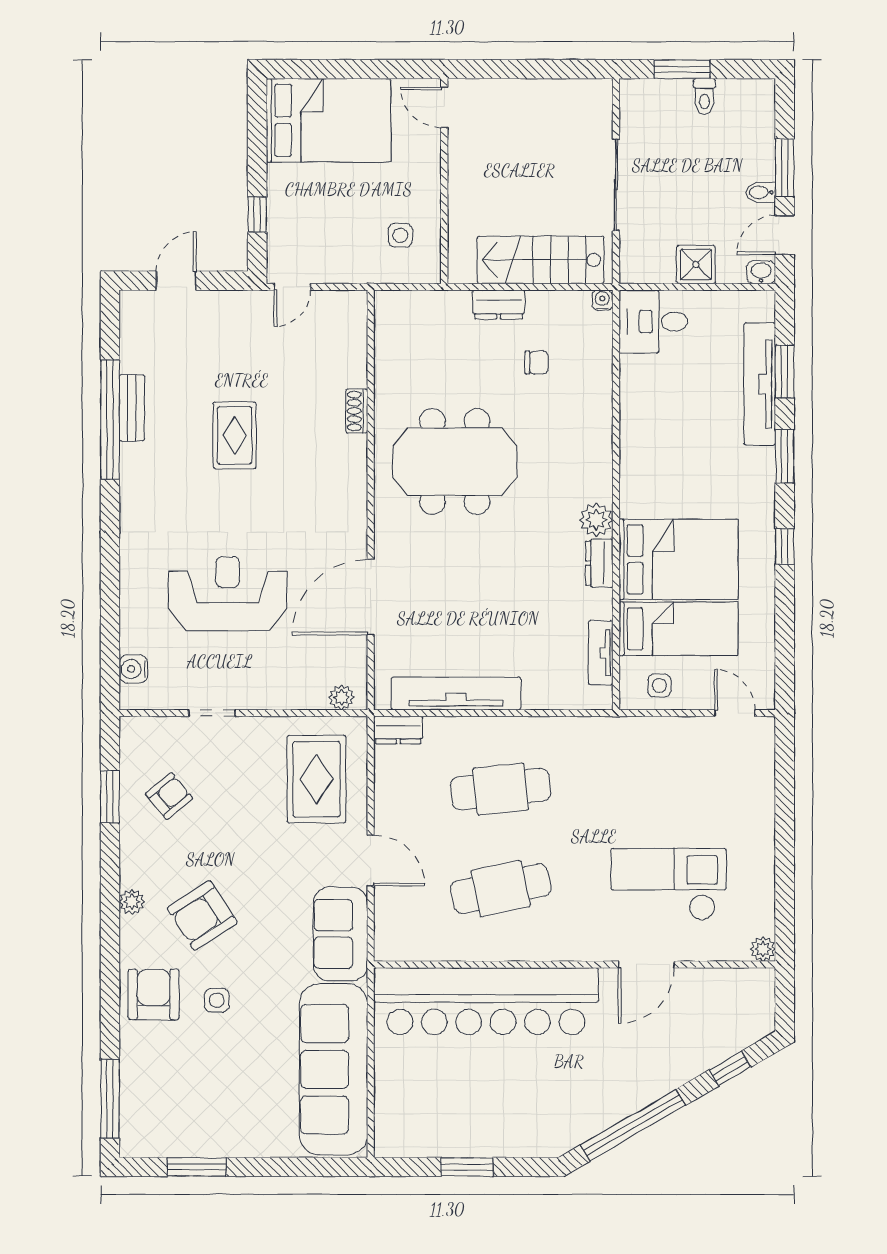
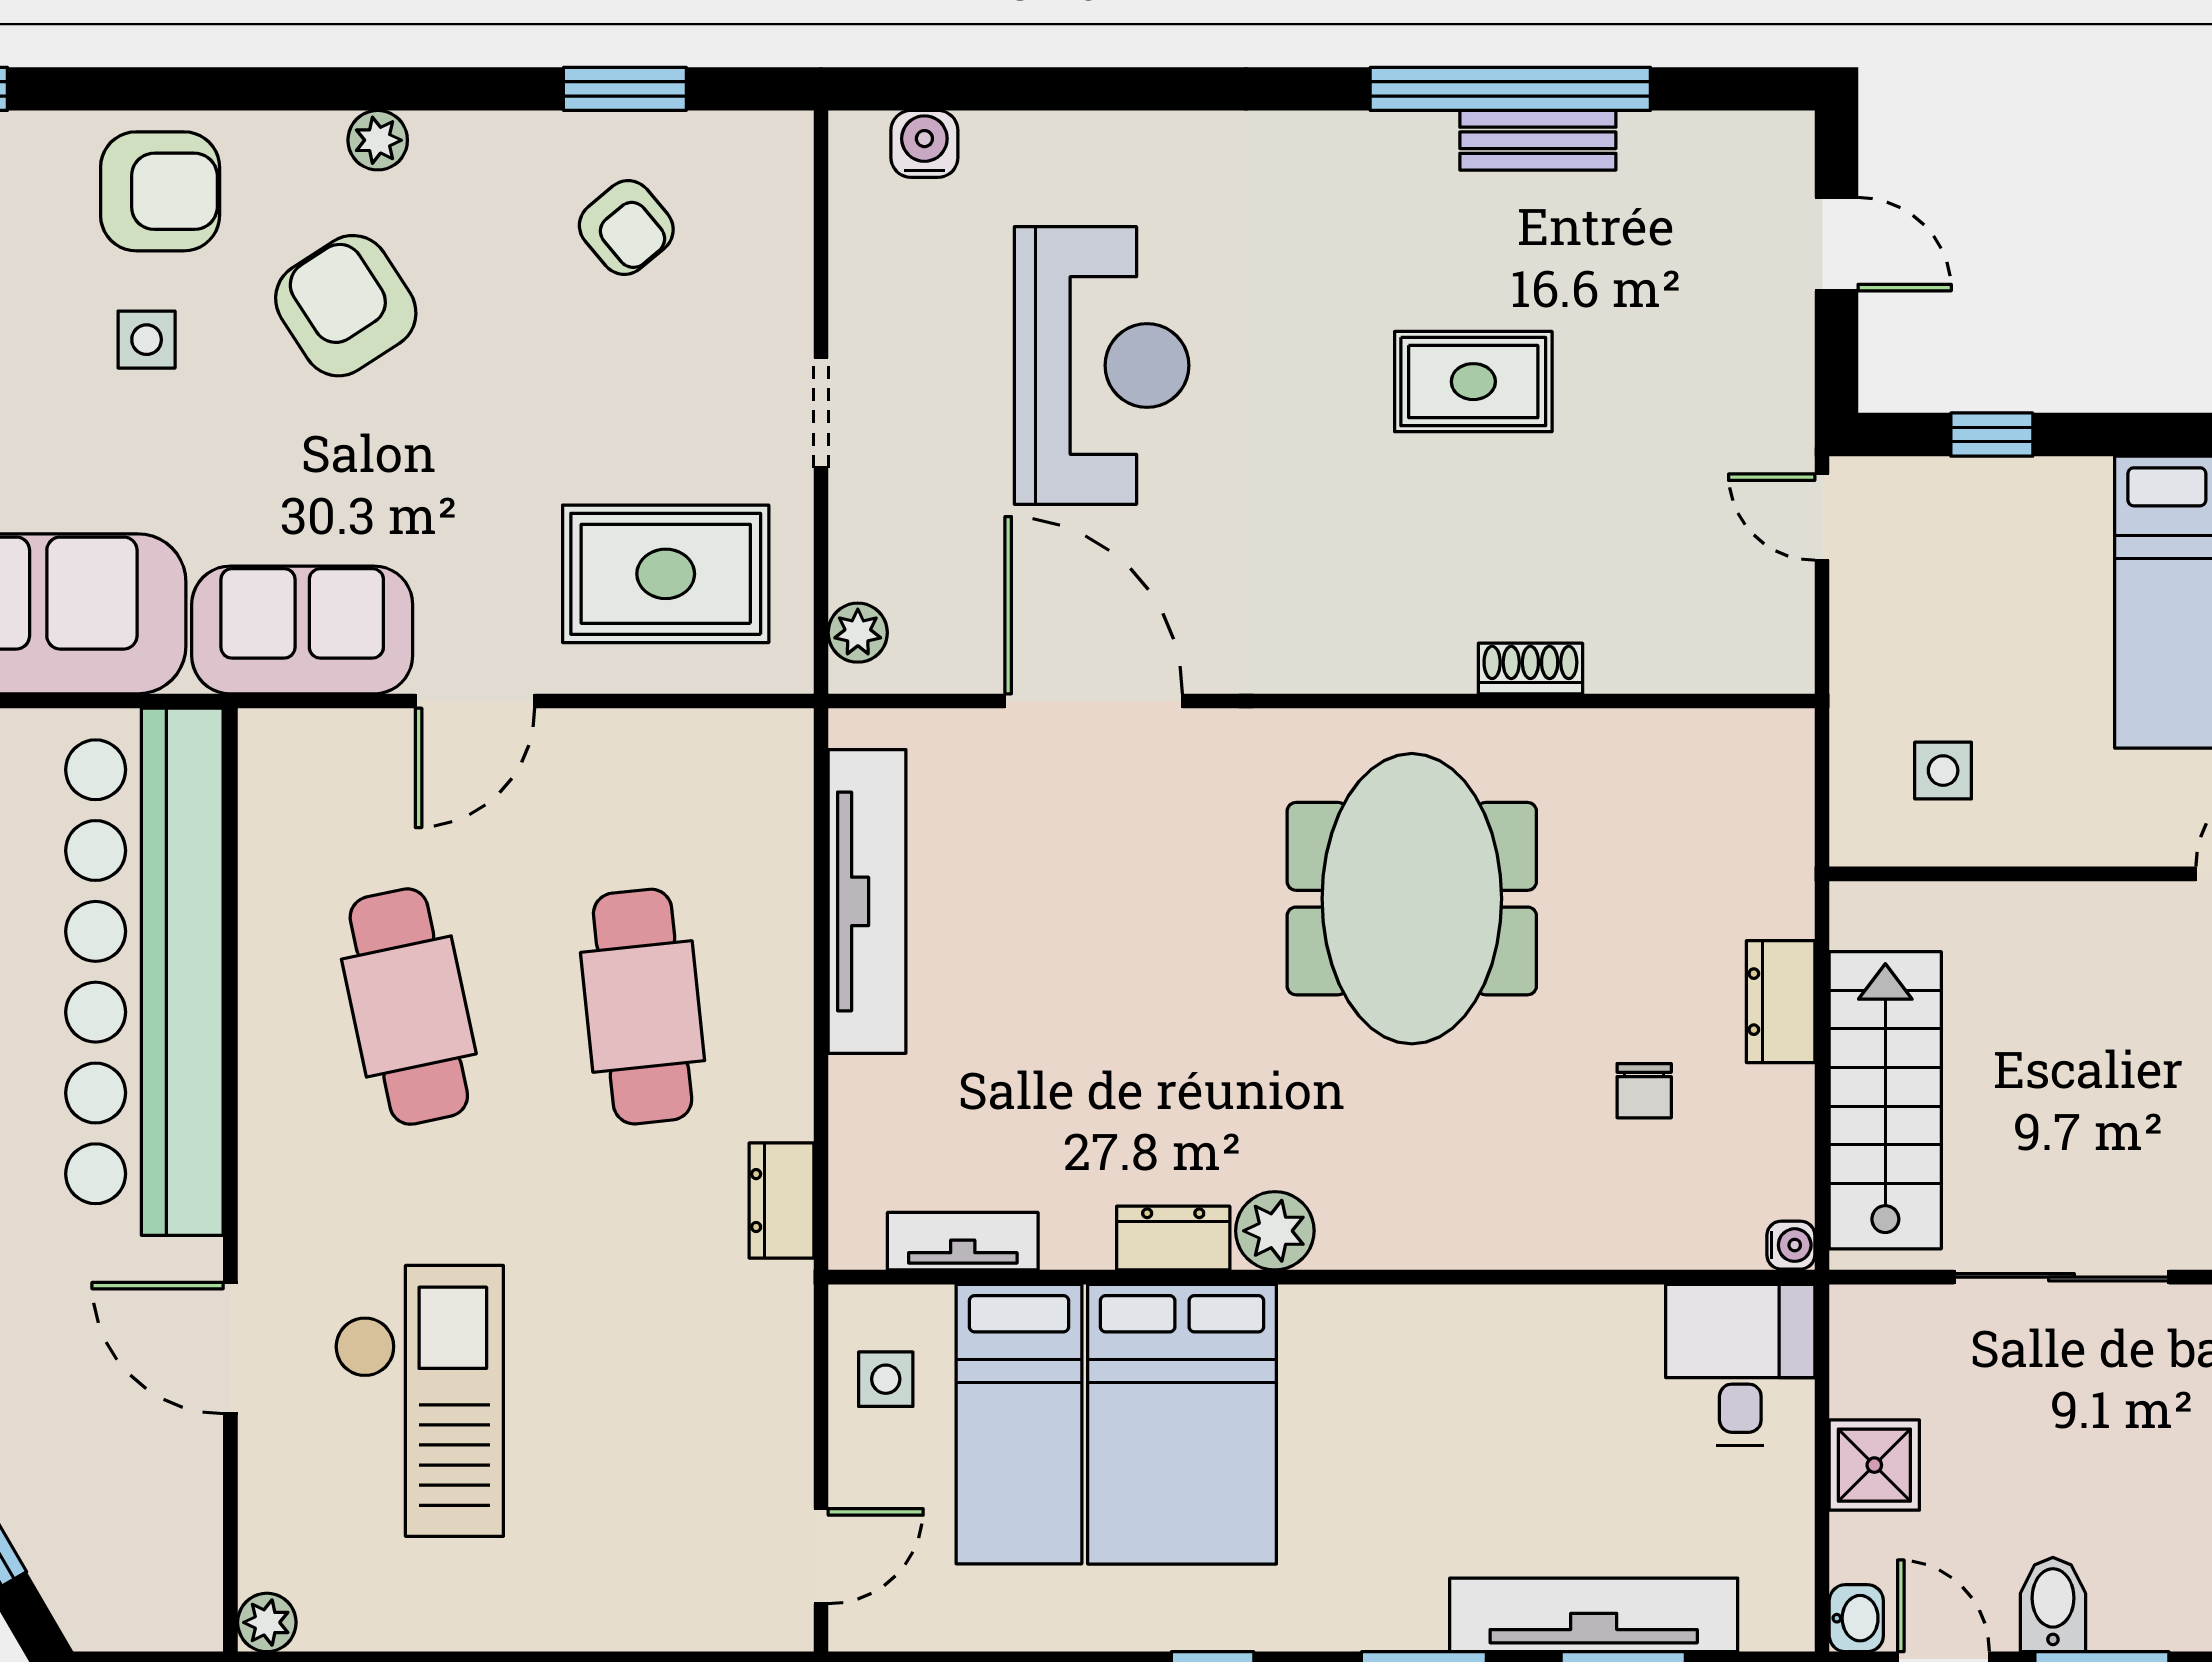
bidet: (761, 192) -> (2053, 1605), width x1.38, depth x1.36
doorway: (212, 713) -> (821, 413), moved
dresser: (398, 730) -> (781, 1201), moved

